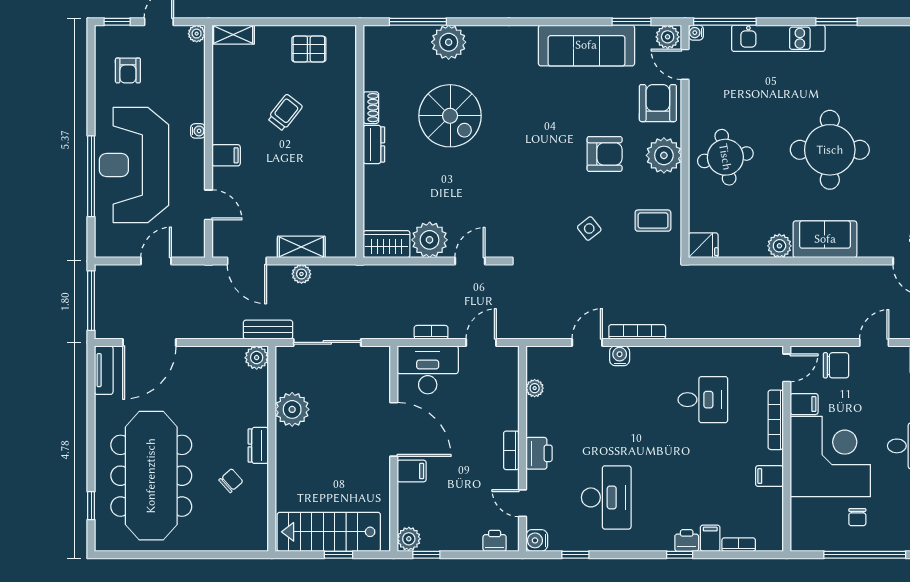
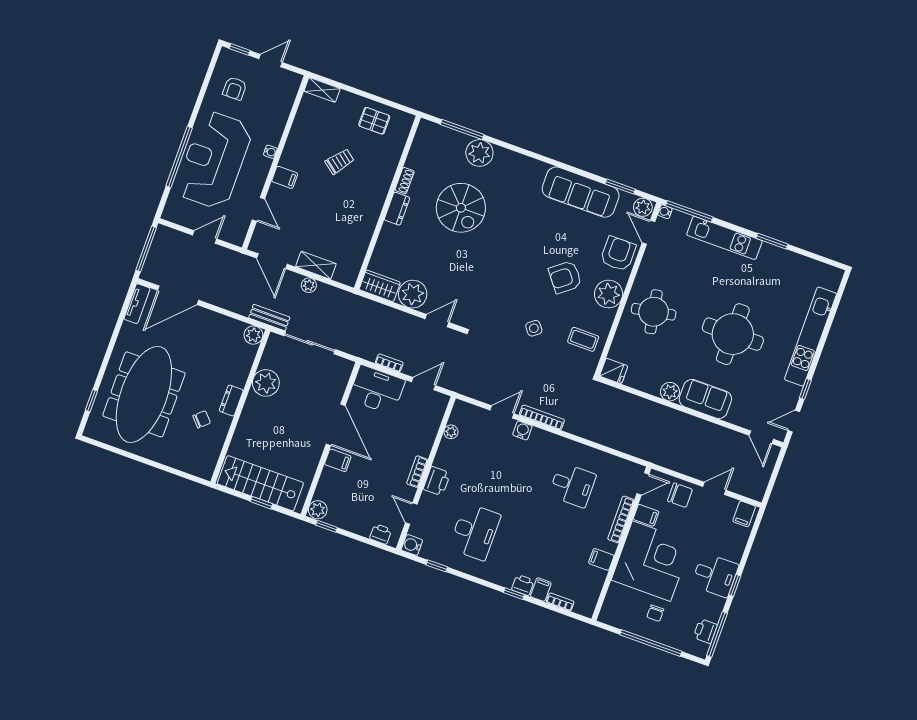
plant: (197, 34) -> (295, 79), removed
armchair: (605, 154) -> (565, 277), turned 142

